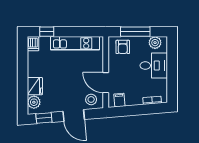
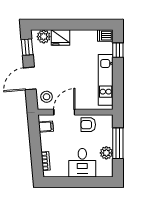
plant: (155, 43) -> (106, 153), moved
armchair: (123, 47) -> (88, 125), moved

